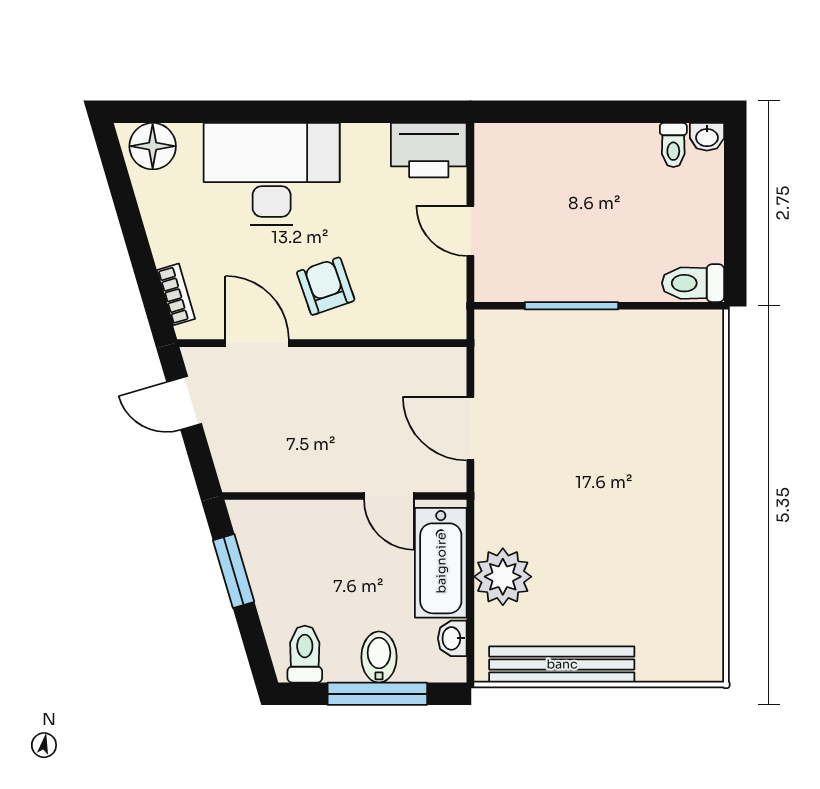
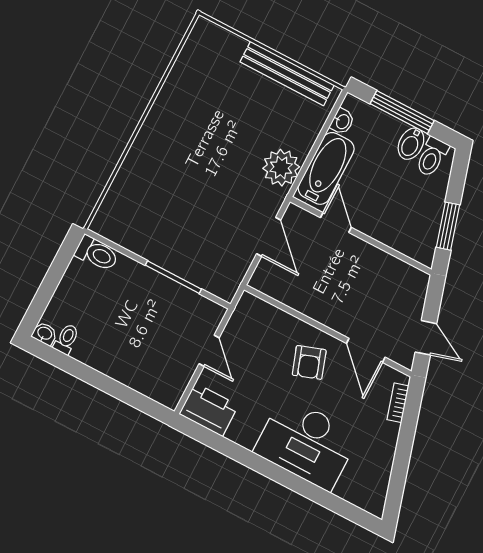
floor lamp: (153, 146) -> (367, 495), removed
plant: (503, 577) -> (281, 168), moved
bidet: (379, 657) -> (411, 144), moved

